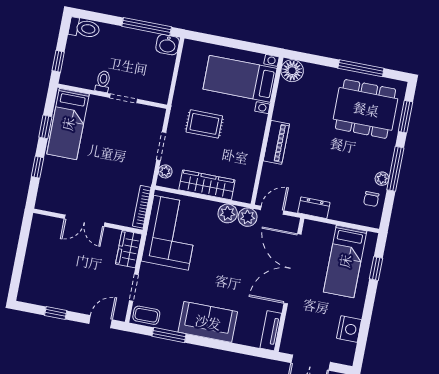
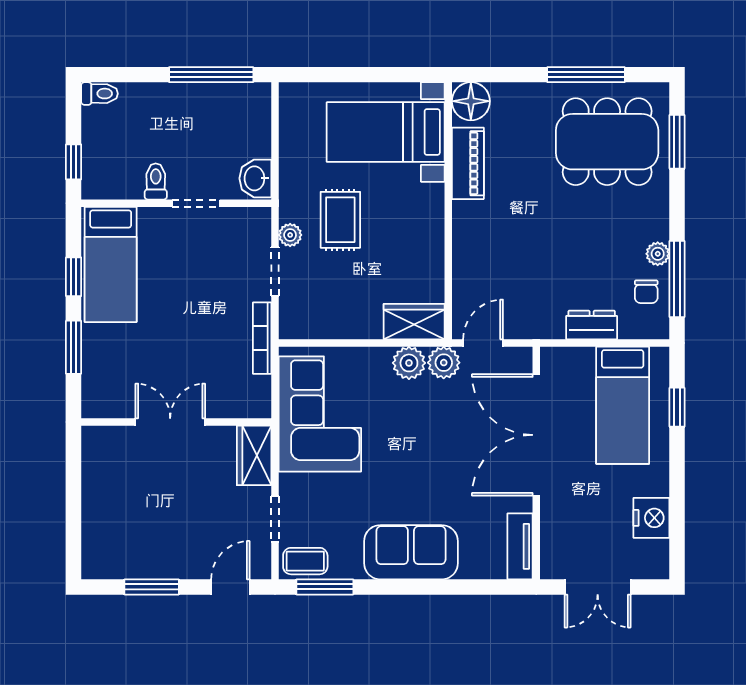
toilet: (84, 28) -> (100, 94), width x0.73, depth x0.72
washbasin: (168, 45) -> (255, 178), moved, turned 90
rug: (204, 124) -> (340, 220), turned 90
piano: (276, 142) -> (468, 163), moved
window: (38, 167) -> (74, 347), width x1.50
window: (395, 169) -> (677, 279), moved
plant: (165, 171) -> (290, 235), moved
wardrobe: (207, 185) -> (414, 322), moved, width x0.67
bookcase: (142, 207) -> (262, 338), moved
dresser: (314, 208) -> (592, 325), moved
double door: (85, 221) -> (170, 422), swing flipped
window: (56, 313) -> (152, 587), width x1.50
window: (169, 335) -> (325, 587), moved

